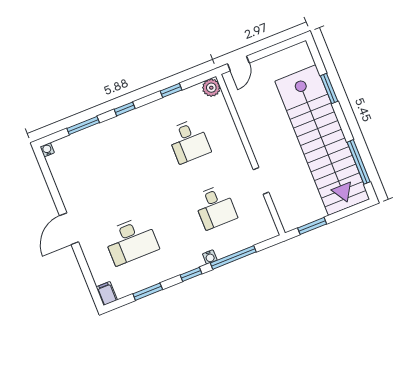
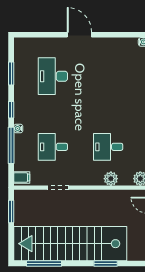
plant: (225, 123) -> (111, 179), added
filing cabinet: (107, 293) -> (22, 177), moved

